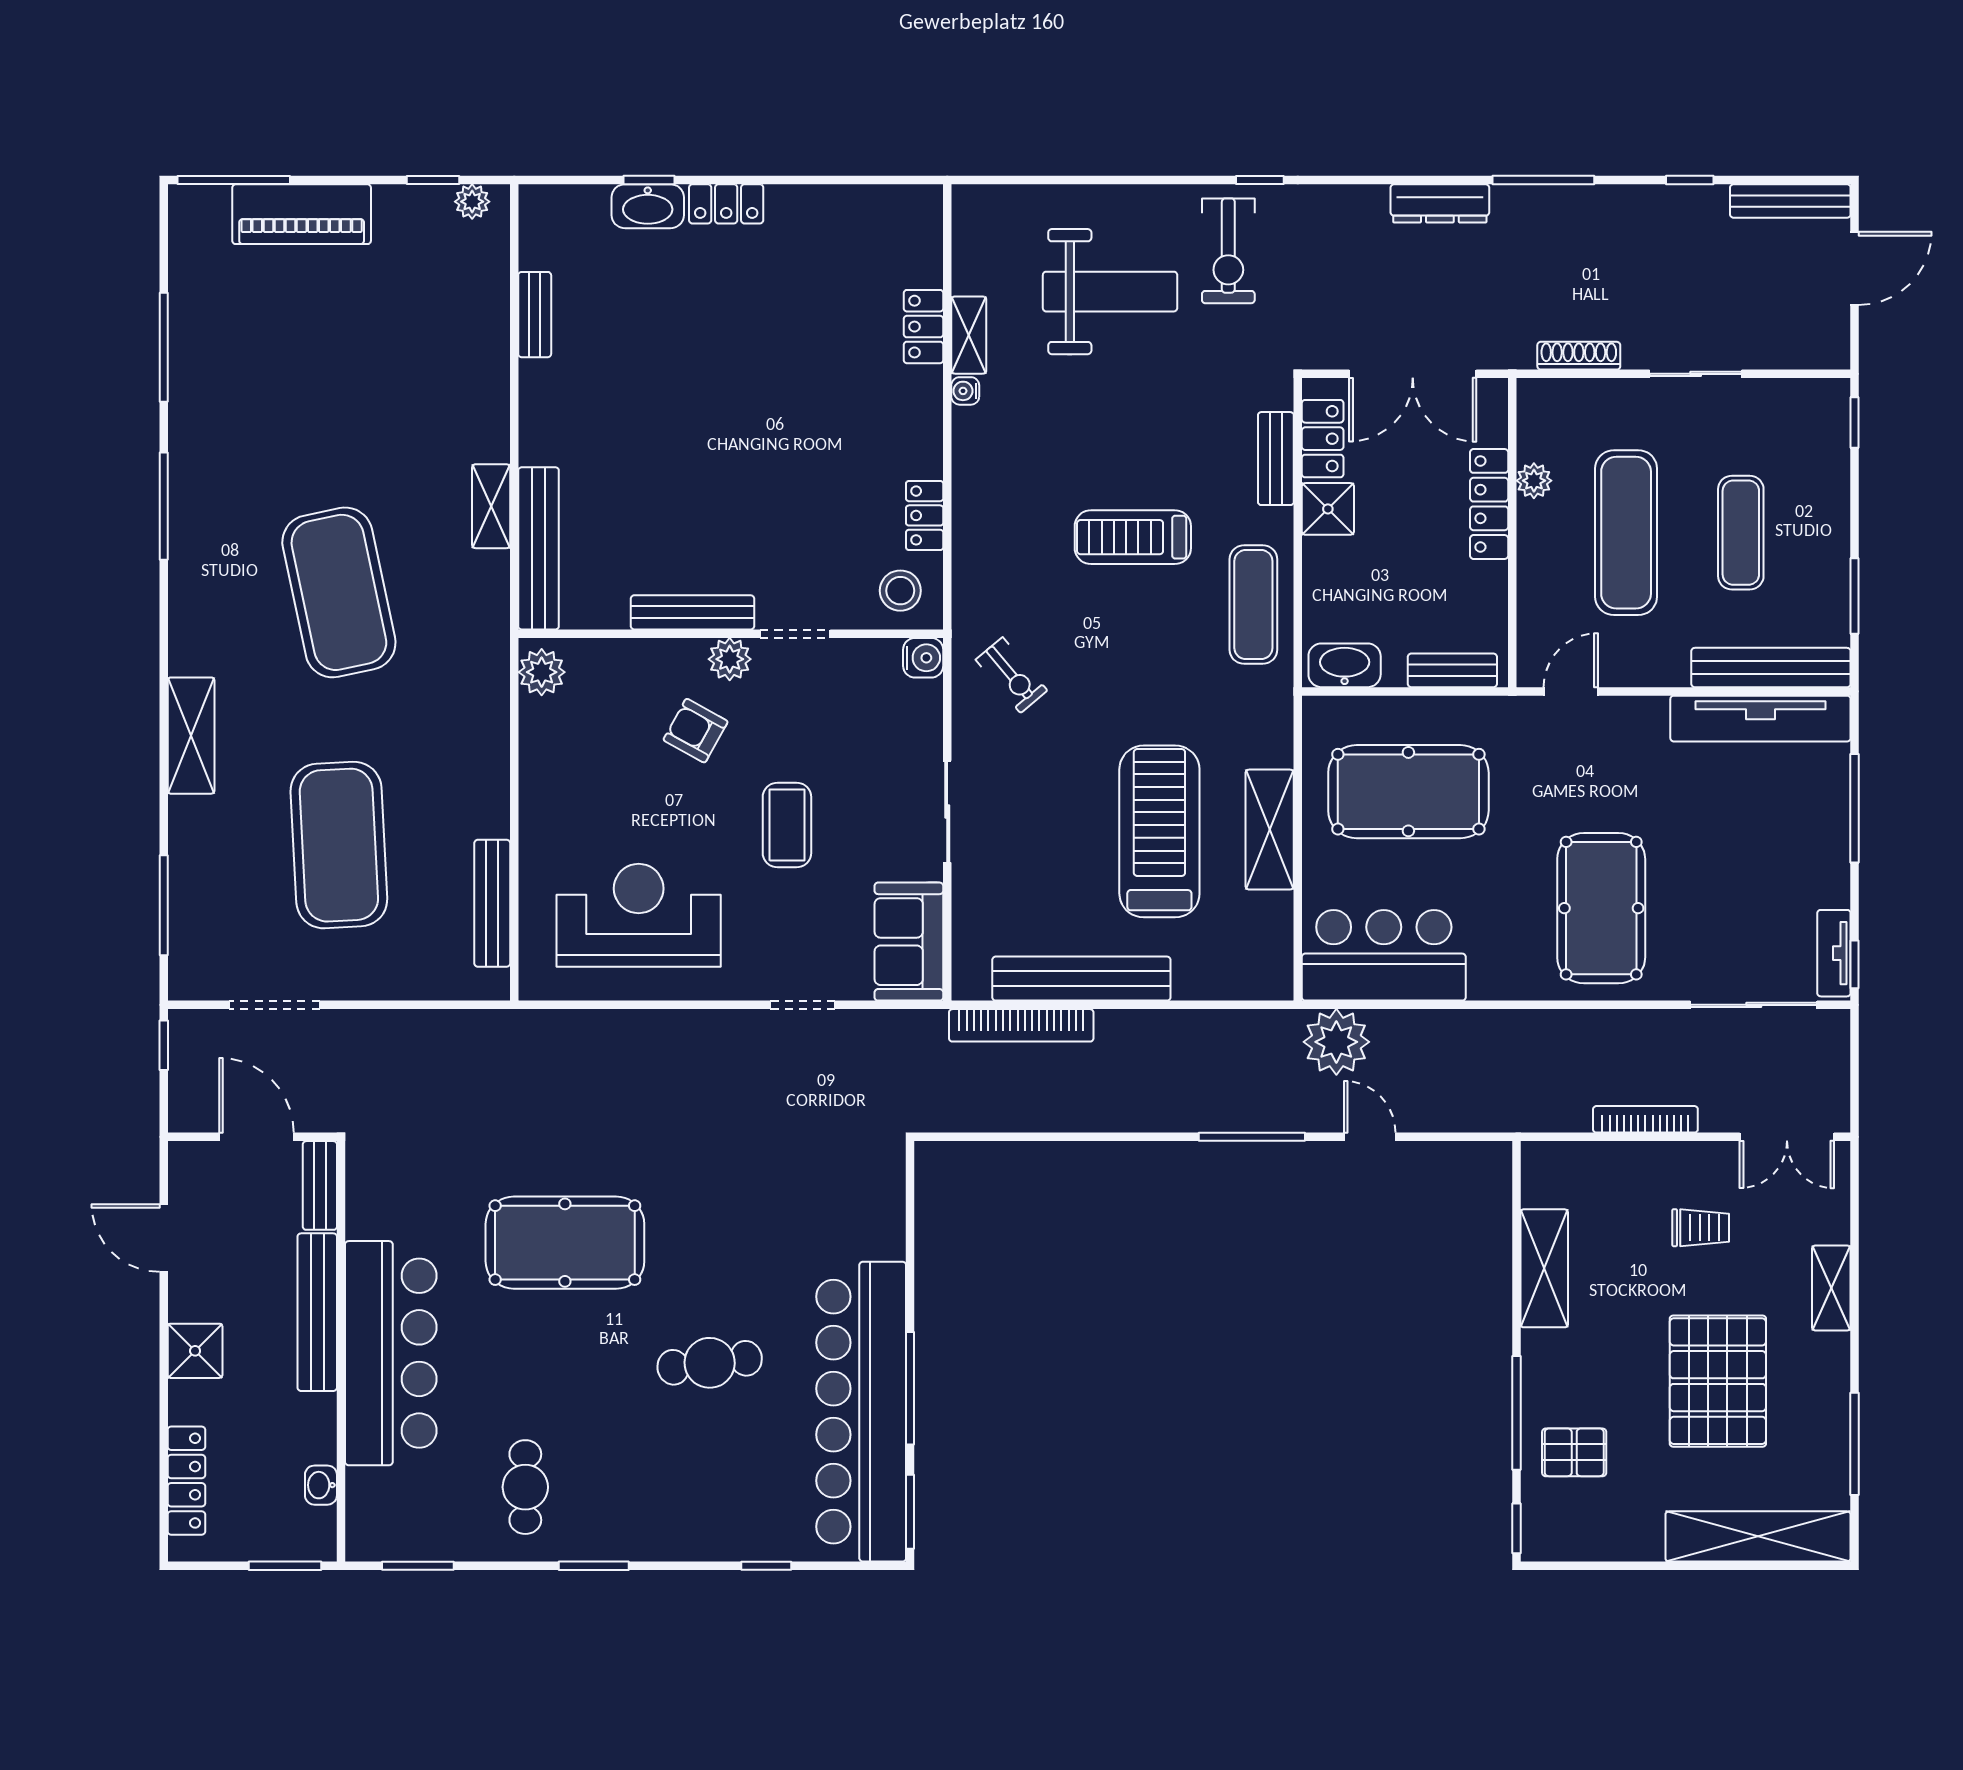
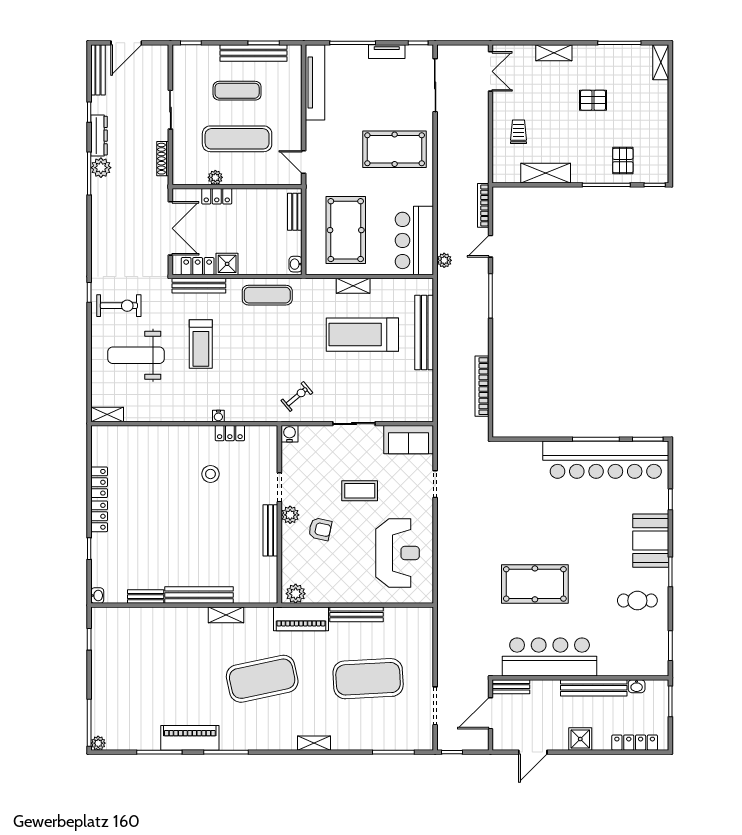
plant: (472, 202) -> (98, 743), moved
dresser: (1440, 203) -> (99, 136), moved
washbasin: (648, 206) -> (97, 596), moved, width x0.52, depth x0.69
plant: (1557, 208) -> (101, 168), added
piano: (302, 214) -> (190, 738), moved, turned -90
door: (1855, 268) -> (126, 43), swing flipped
weight bench: (1110, 292) -> (136, 355), turned -90
locker: (923, 327) -> (99, 482), moved, turned -90
shelving: (969, 335) -> (107, 415), moved
water cooler: (965, 391) -> (218, 416), moved
bench: (1276, 459) -> (199, 286), width x1.36
locker: (1489, 504) -> (217, 196), width x0.66
treadmill: (1133, 537) -> (201, 344), moved
bench: (539, 548) -> (199, 595), moved
stool: (900, 591) -> (210, 474), moved
washbasin: (1345, 665) -> (296, 264), width x0.52, depth x0.69
bench: (1771, 668) -> (254, 53), moved, turned 90
piano: (482, 685) -> (301, 619), added
armchair: (696, 731) -> (320, 529), turned -107
shelving: (191, 736) -> (314, 743), width x0.67, depth x0.75
shelving: (1270, 830) -> (353, 286), width x0.67, depth x0.75
bench: (492, 903) -> (356, 614), moved
reception desk: (639, 915) -> (398, 553), turned 180
tv unit: (1834, 953) -> (387, 52), moved
bench: (1081, 979) -> (424, 333), moved
bookcase: (1021, 1025) -> (482, 386), moved, turned 180
plant: (1336, 1042) -> (444, 260), width x0.53, depth x0.53
bookcase: (1645, 1119) -> (483, 205), moved
trolley: (1701, 1228) -> (519, 132), moved
pool table: (565, 1243) -> (535, 584), turned 90
bench: (317, 1312) -> (594, 688), moved
bar counter: (391, 1353) -> (550, 657), moved
cafe table: (710, 1363) -> (585, 523), removed
pallet: (1718, 1381) -> (593, 100), width x0.49, depth x0.50
booth: (668, 1519) -> (651, 541), added
shelving: (1758, 1536) -> (661, 62), width x0.45, depth x0.75

